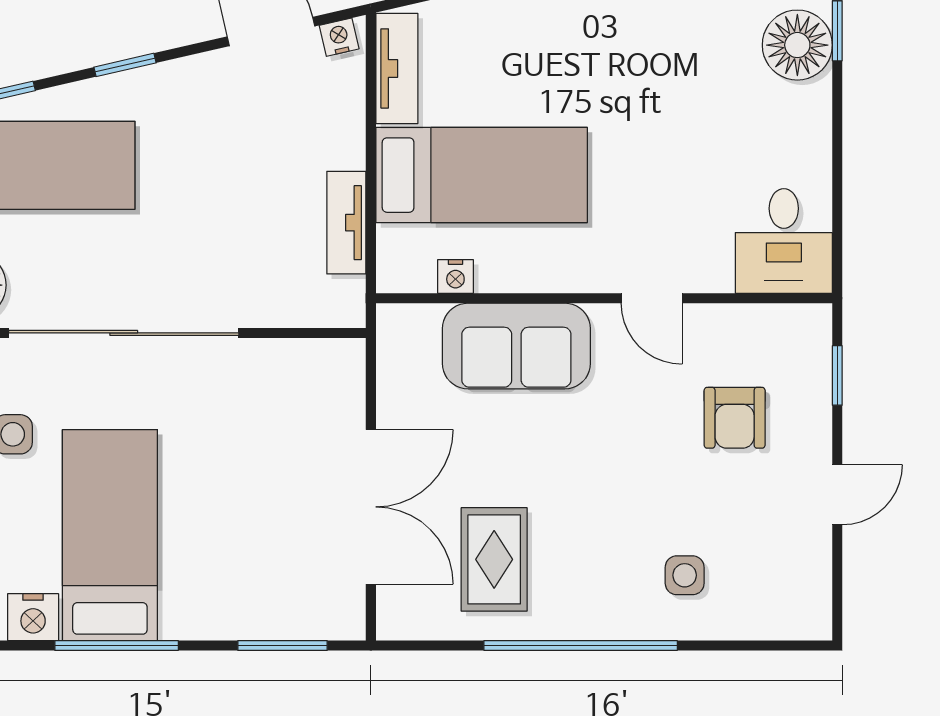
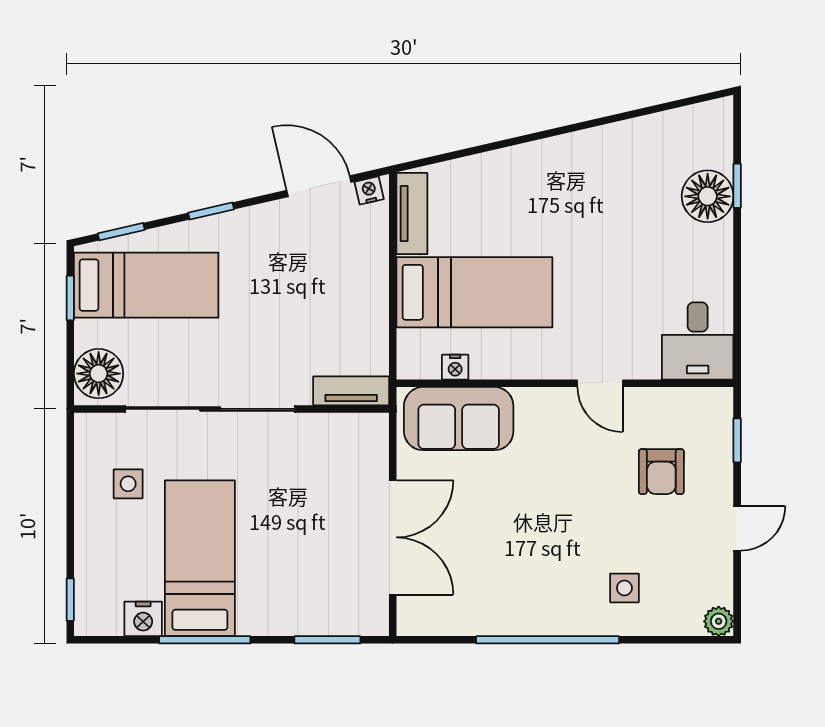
tv unit: (346, 223) -> (351, 391), moved, turned 90
sofa: (516, 346) -> (459, 419), moved
rug: (494, 559) -> (484, 576), removed
plant: (812, 620) -> (719, 621), added

